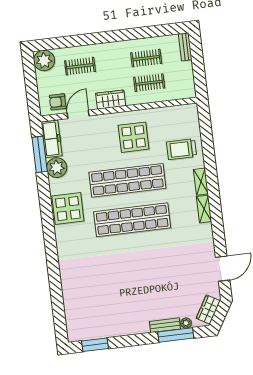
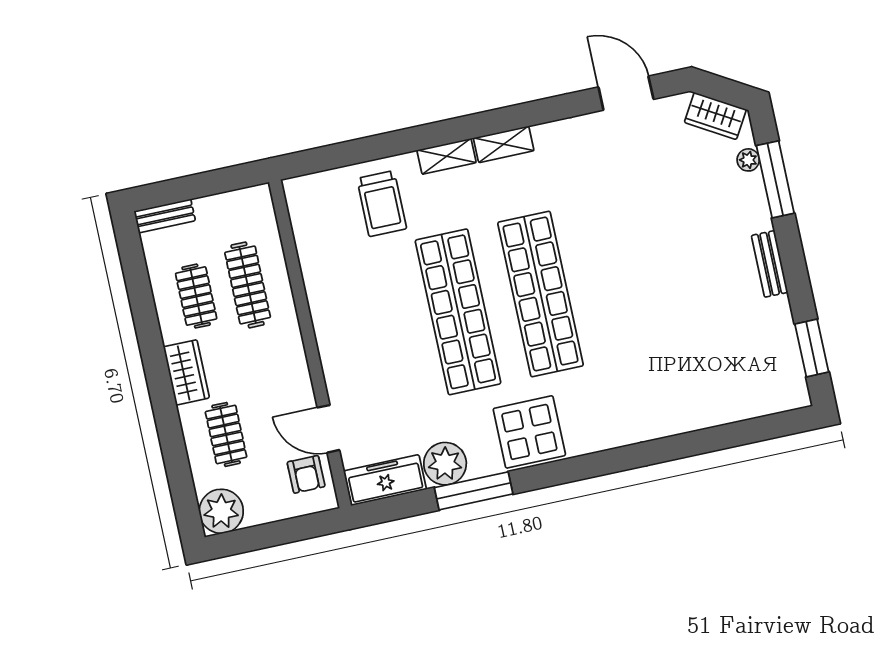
clothes rail: (149, 83) -> (248, 285), width x1.36
wardrobe: (111, 100) -> (186, 372), moved, turned 180
display table: (134, 137) -> (366, 307), removed
window: (40, 154) -> (474, 491), moved
bench: (165, 325) -> (770, 264), moved

